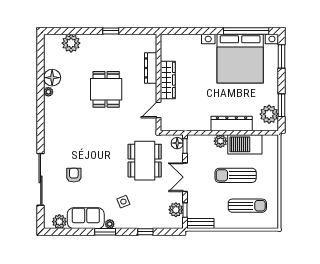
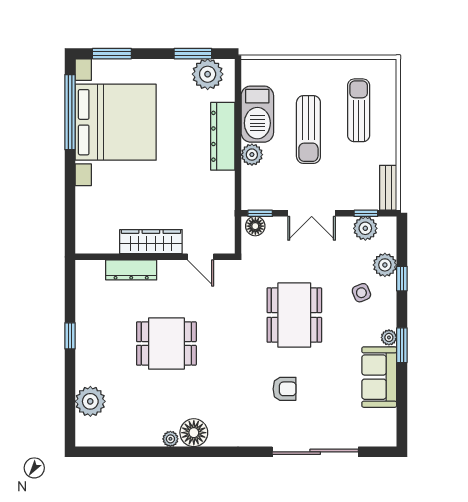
floor lamp: (52, 78) -> (194, 433), moved
dining table: (145, 161) -> (294, 315), moved, turned 90
armchair: (74, 175) -> (284, 389), moved, turned 180
side table: (123, 202) -> (361, 293), moved
plant: (59, 222) -> (385, 265), moved

